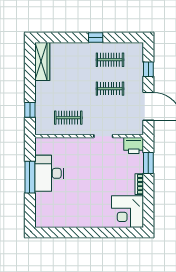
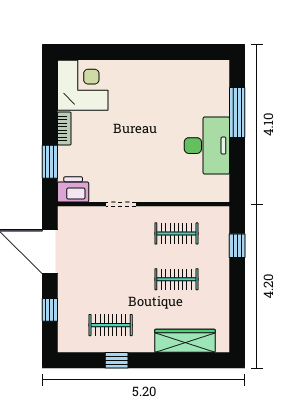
window: (96, 37) -> (117, 360), moved
wardrobe: (42, 61) -> (185, 341), moved, turned 90
clothes rail: (110, 89) -> (176, 279), moved
window: (30, 177) -> (237, 112), moved

